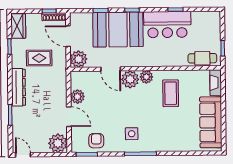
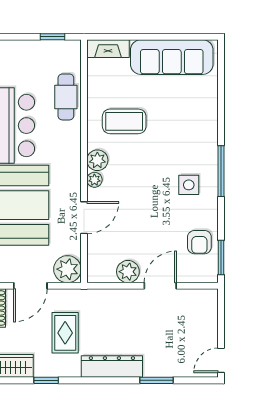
cafe table: (202, 58) -> (66, 97), moved
plant: (130, 79) -> (94, 180), width x0.53, depth x0.53
armchair: (96, 141) -> (199, 242), turned -90
plant: (58, 143) -> (203, 304), removed

